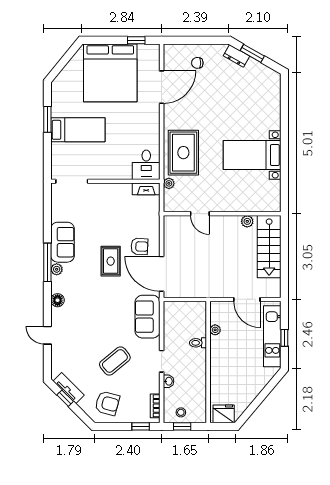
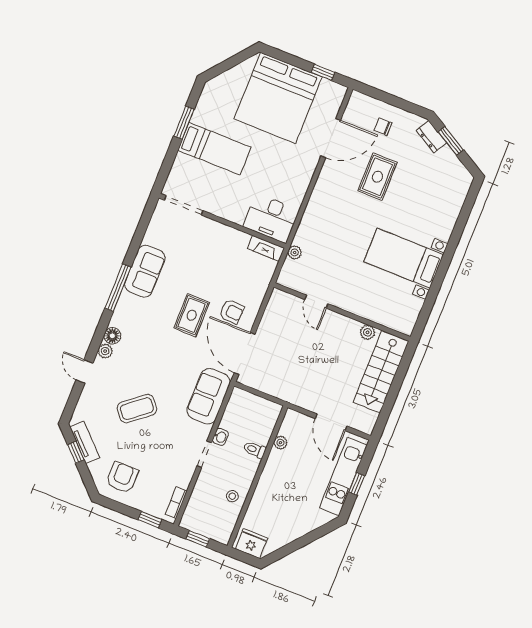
rug: (183, 153) -> (377, 177), moved, width x0.73, depth x0.70
desk: (146, 165) -> (271, 218), width x1.37
plant: (57, 269) -> (105, 351), moved
coffee table: (115, 361) -> (137, 409), moved
washbasin: (169, 381) -> (220, 437), moved
armchair: (107, 403) -> (122, 478), turned -105
stool: (181, 412) -> (232, 496), moved

